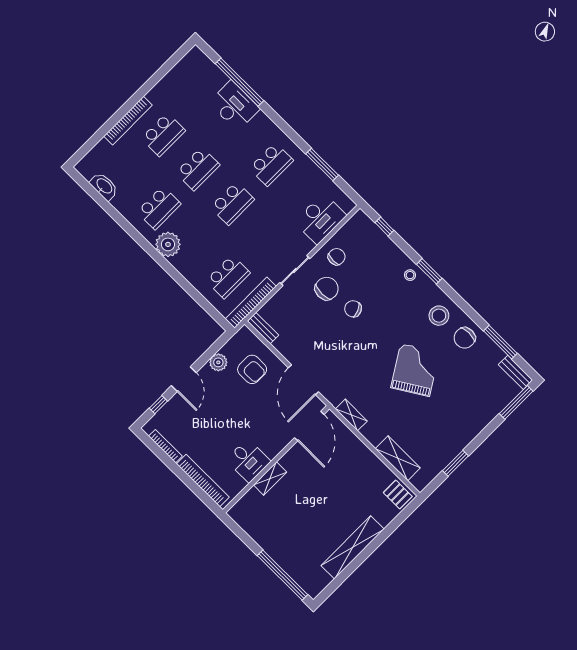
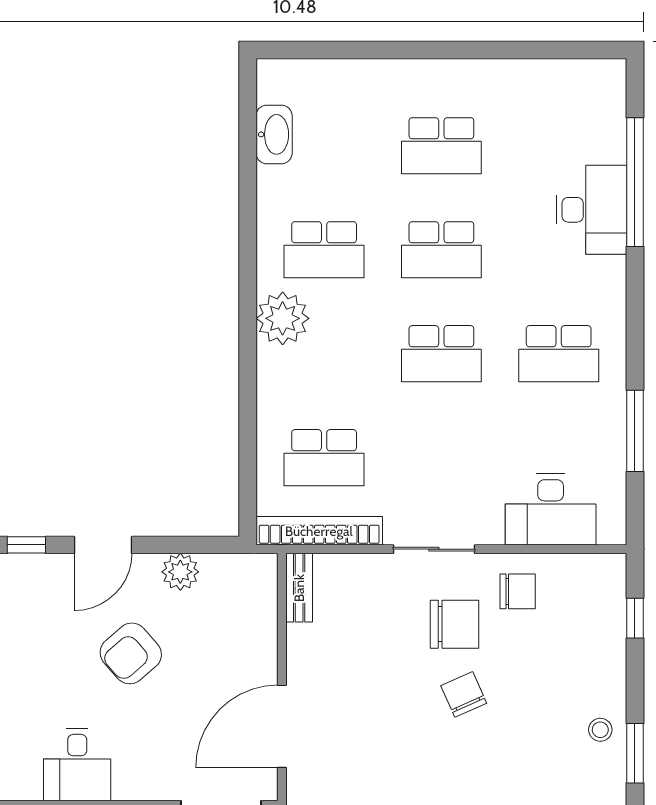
bookcase: (128, 121) -> (409, 72), removed
armchair: (252, 369) -> (131, 653), moved, turned 49

